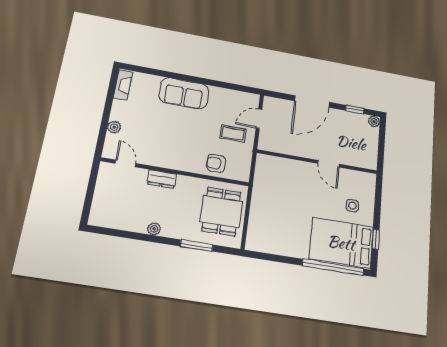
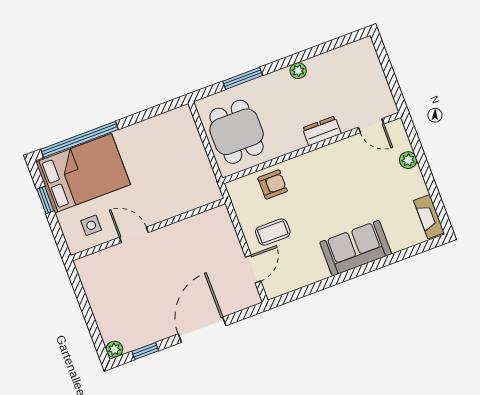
wall: (317, 162) -> (148, 229), moved
door: (329, 164) -> (134, 235), moved

